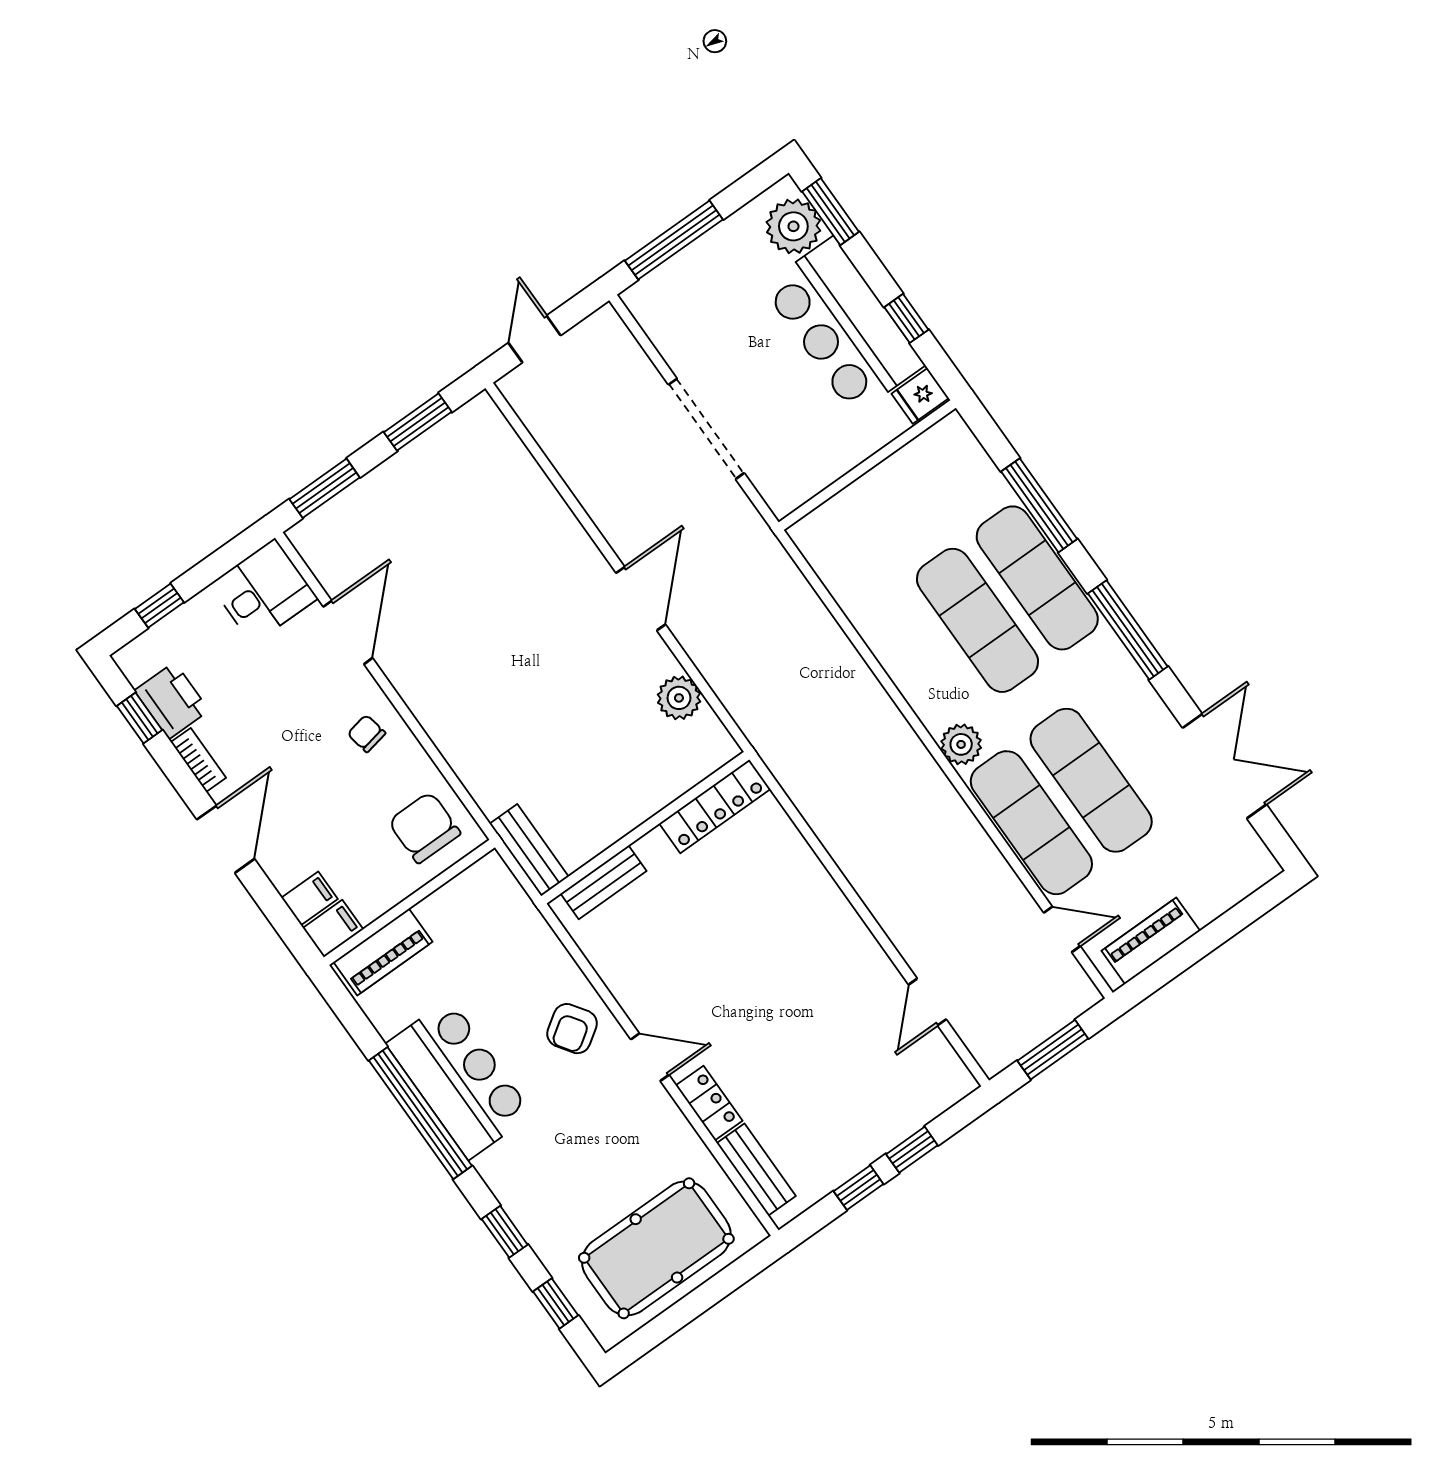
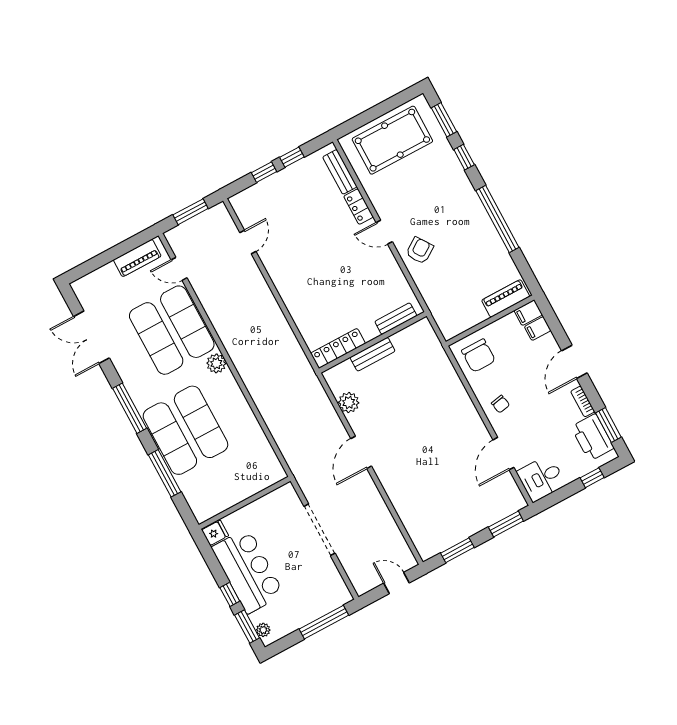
plant: (793, 226) -> (263, 630), width x0.53, depth x0.53
window: (906, 318) -> (230, 594), moved
door: (535, 339) -> (397, 583), swing flipped
printer: (172, 701) -> (592, 437), width x1.37, depth x1.19
window: (140, 718) -> (608, 425), width x1.50
bench: (529, 850) -> (372, 354), moved, turned 90
bar counter: (459, 1079) -> (477, 233), removed
window: (556, 1303) -> (444, 120), width x1.50

